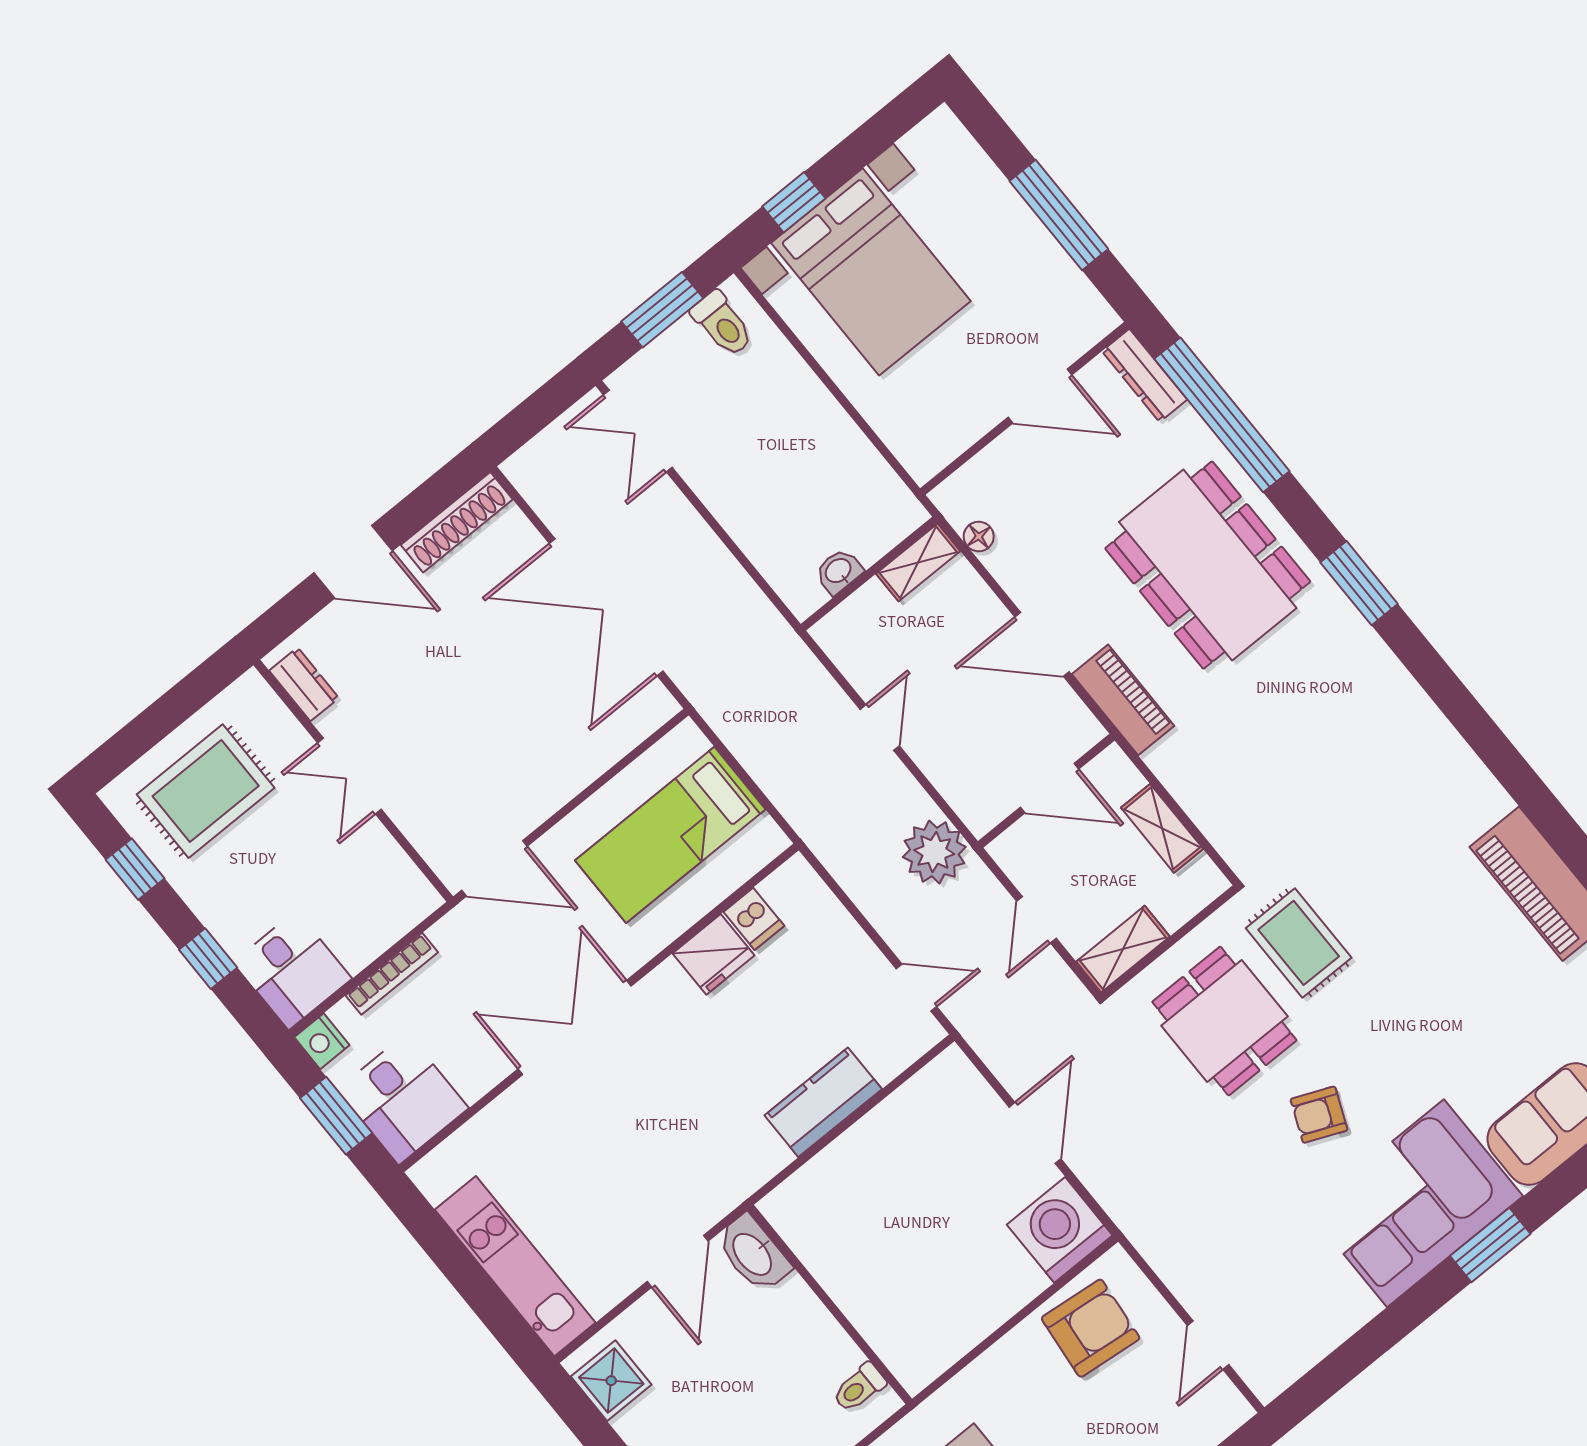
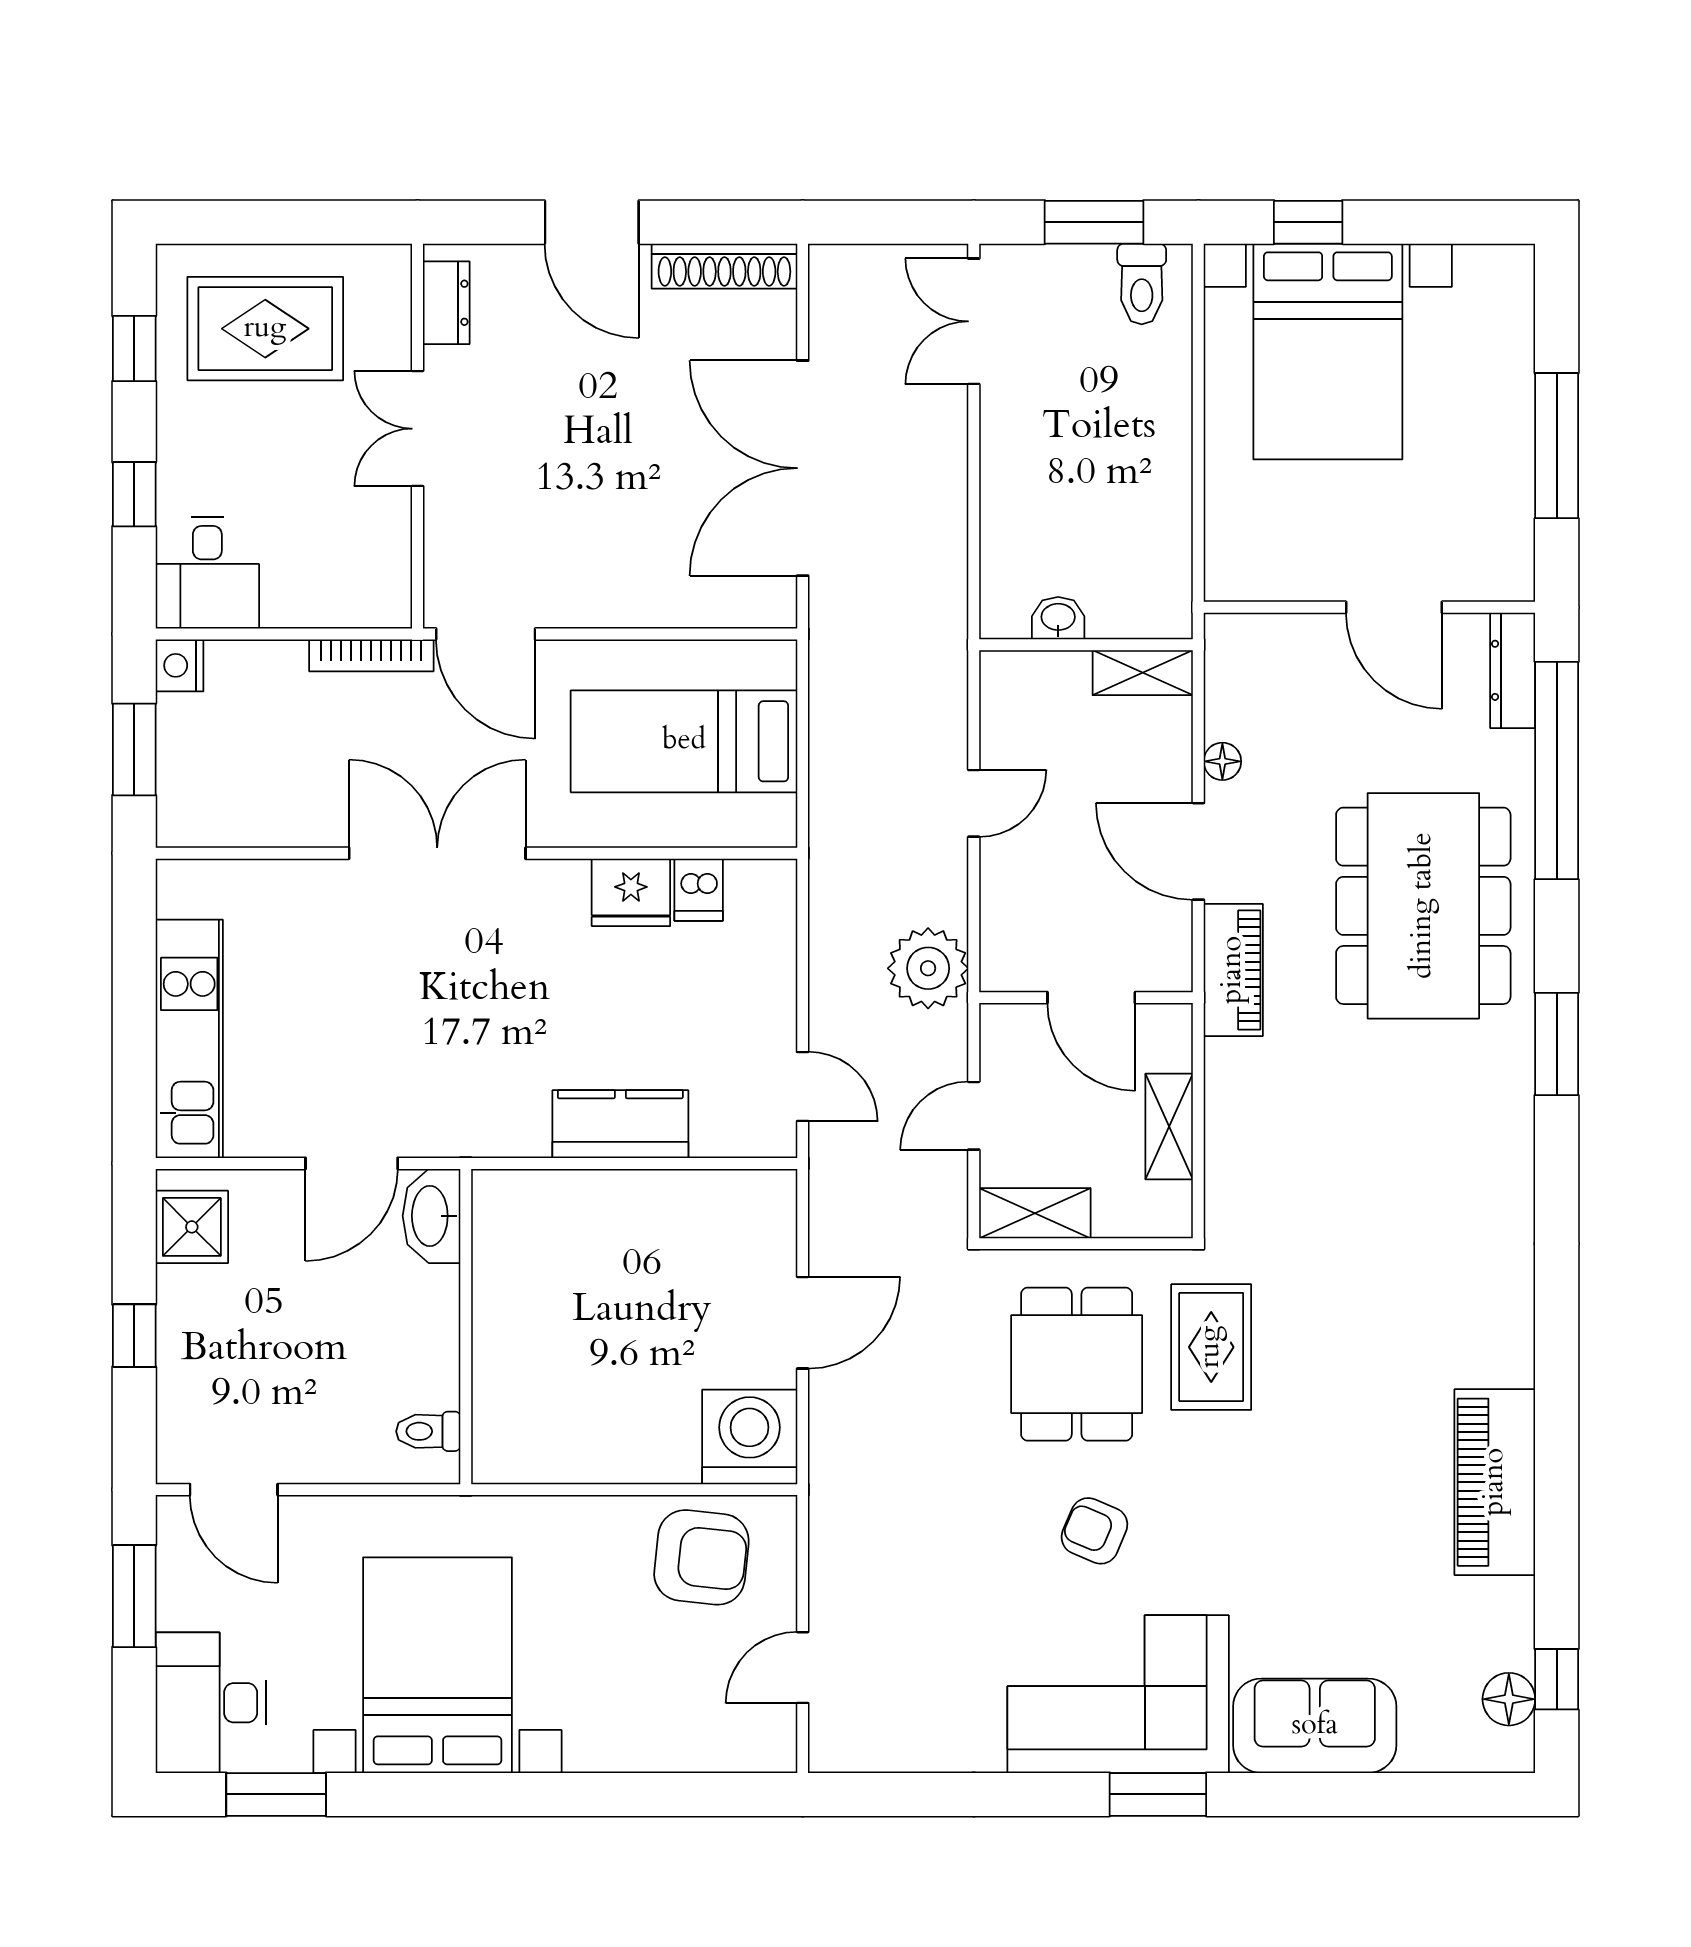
floor lamp: (979, 537) -> (1222, 761), moved
bookcase: (392, 974) -> (371, 655), moved
desk: (403, 1099) -> (213, 786), removed

